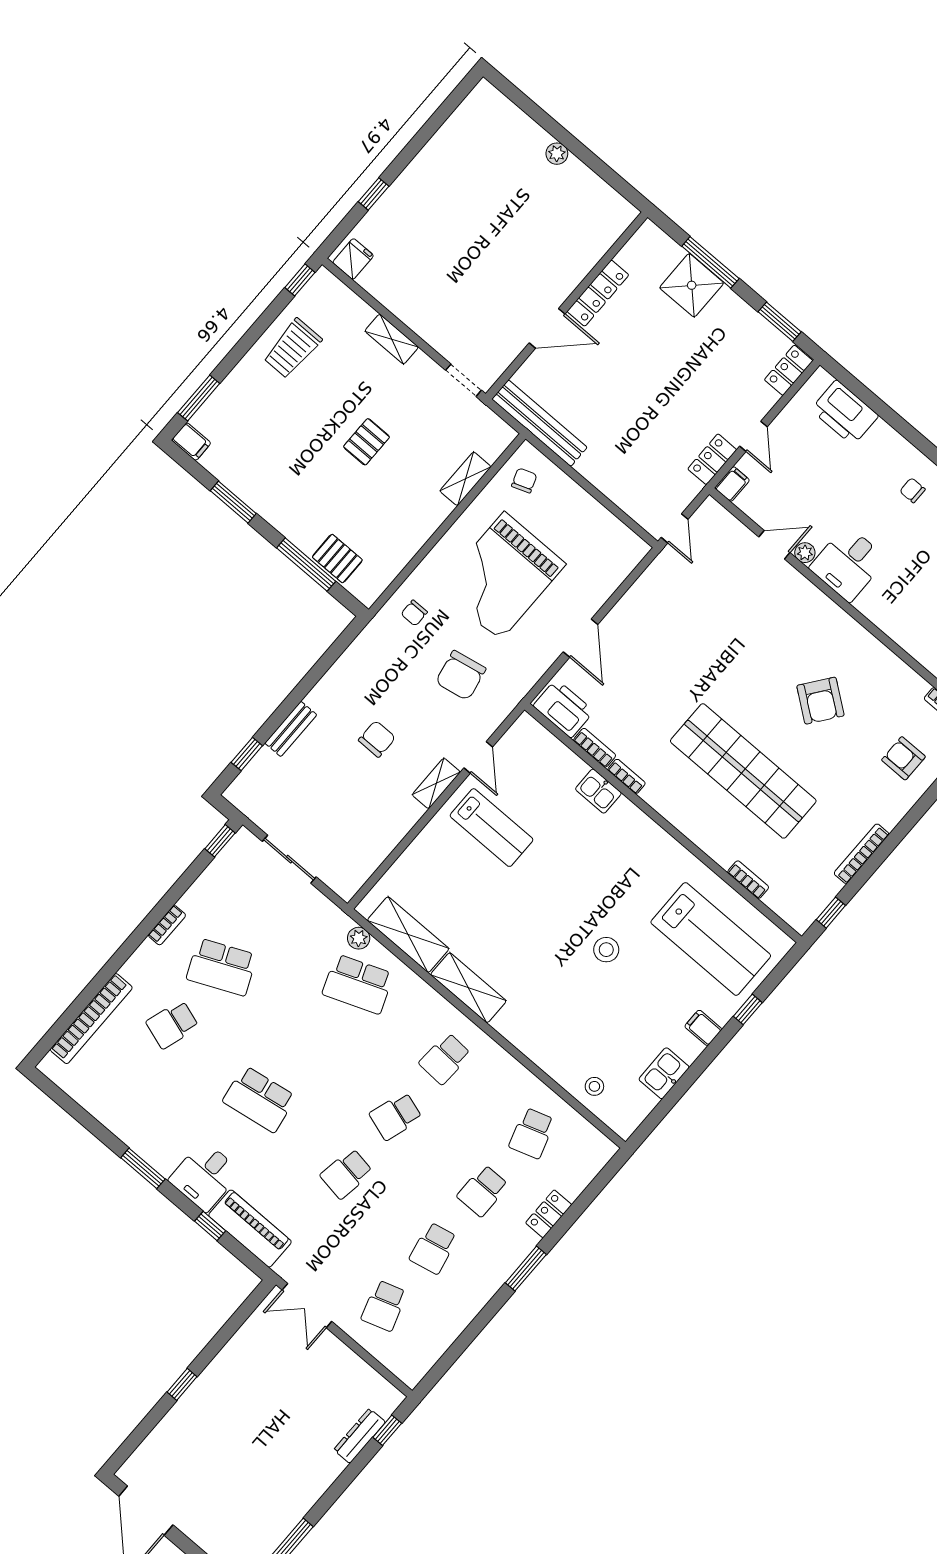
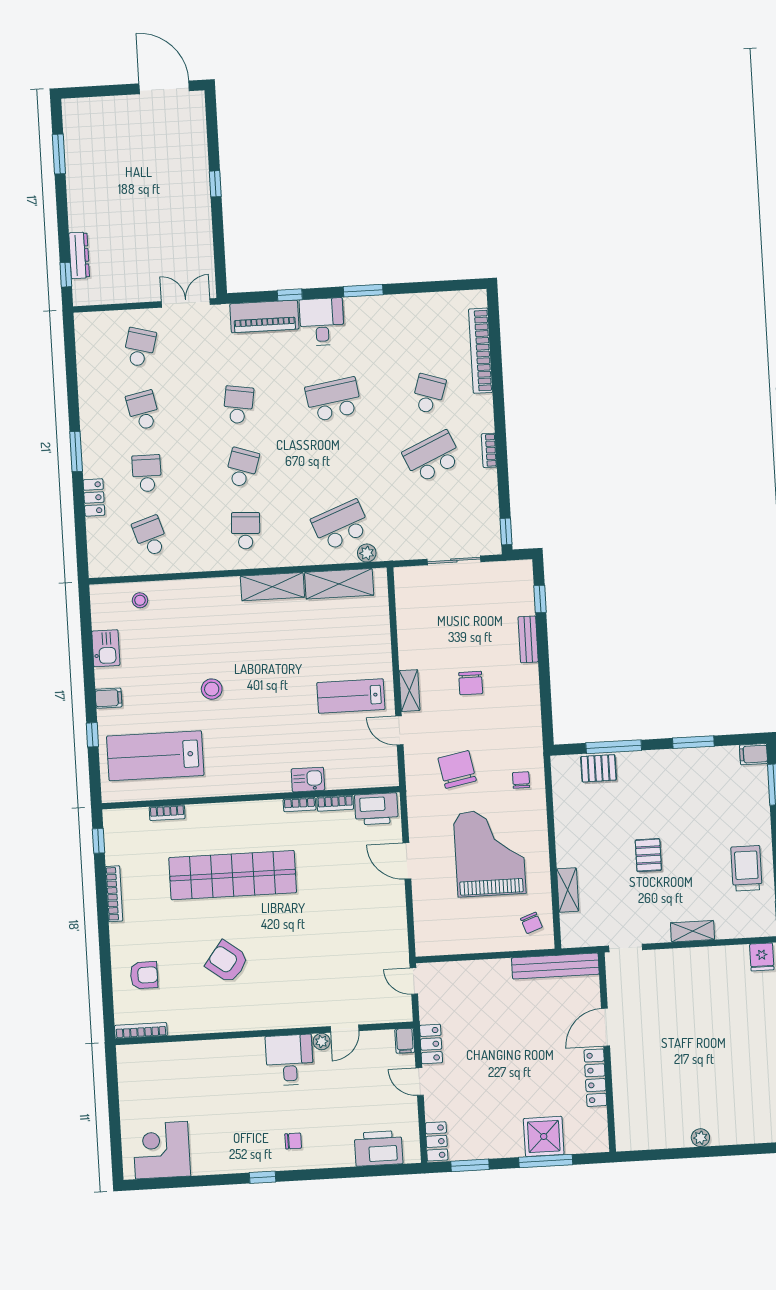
school desk: (384, 1306) -> (140, 347), turned 33

